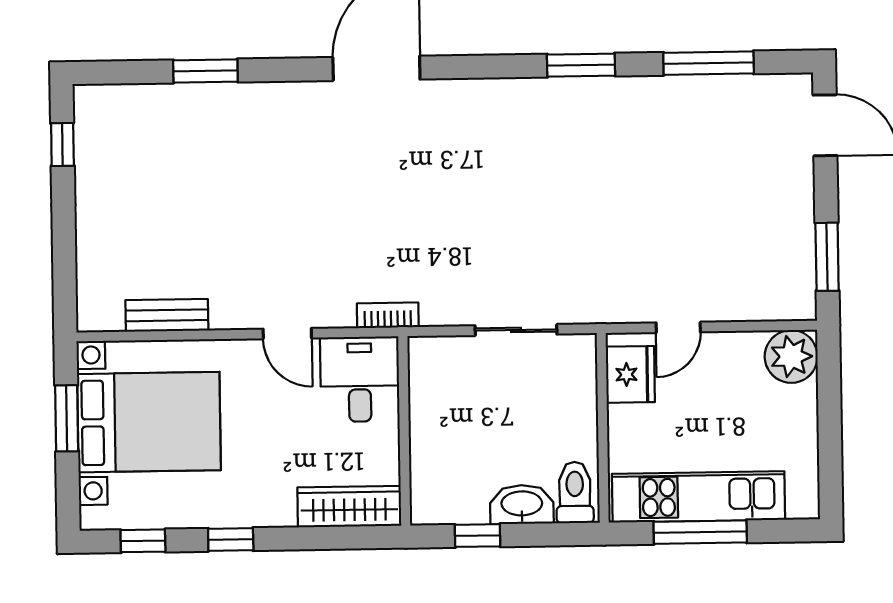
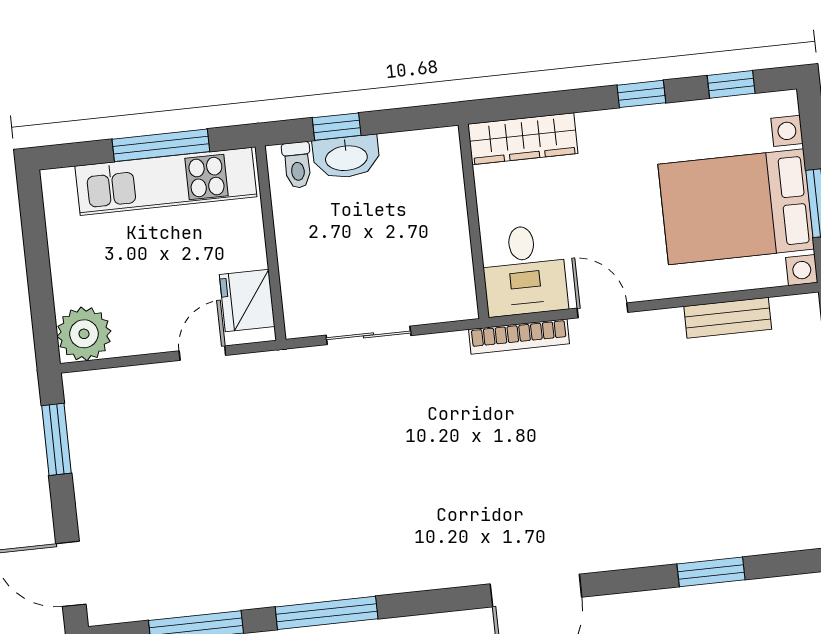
window: (581, 65) -> (327, 613), width x1.44
bookcase: (388, 315) -> (519, 337), width x1.56
toilet: (575, 492) -> (297, 165), width x0.73, depth x0.72
window: (477, 536) -> (337, 127), moved

